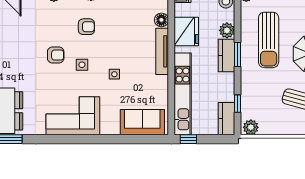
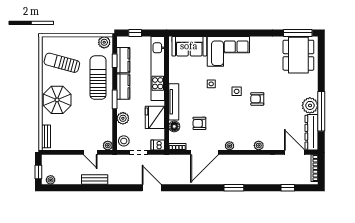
armchair: (86, 27) -> (199, 123), moved
sun lounger: (269, 40) -> (98, 78), moved
kitchen counter: (227, 55) -> (123, 87), moved
corner sofa: (73, 116) -> (228, 51), moved
kitchen counter: (227, 119) -> (123, 60), moved
window: (188, 139) -> (135, 33), moved

